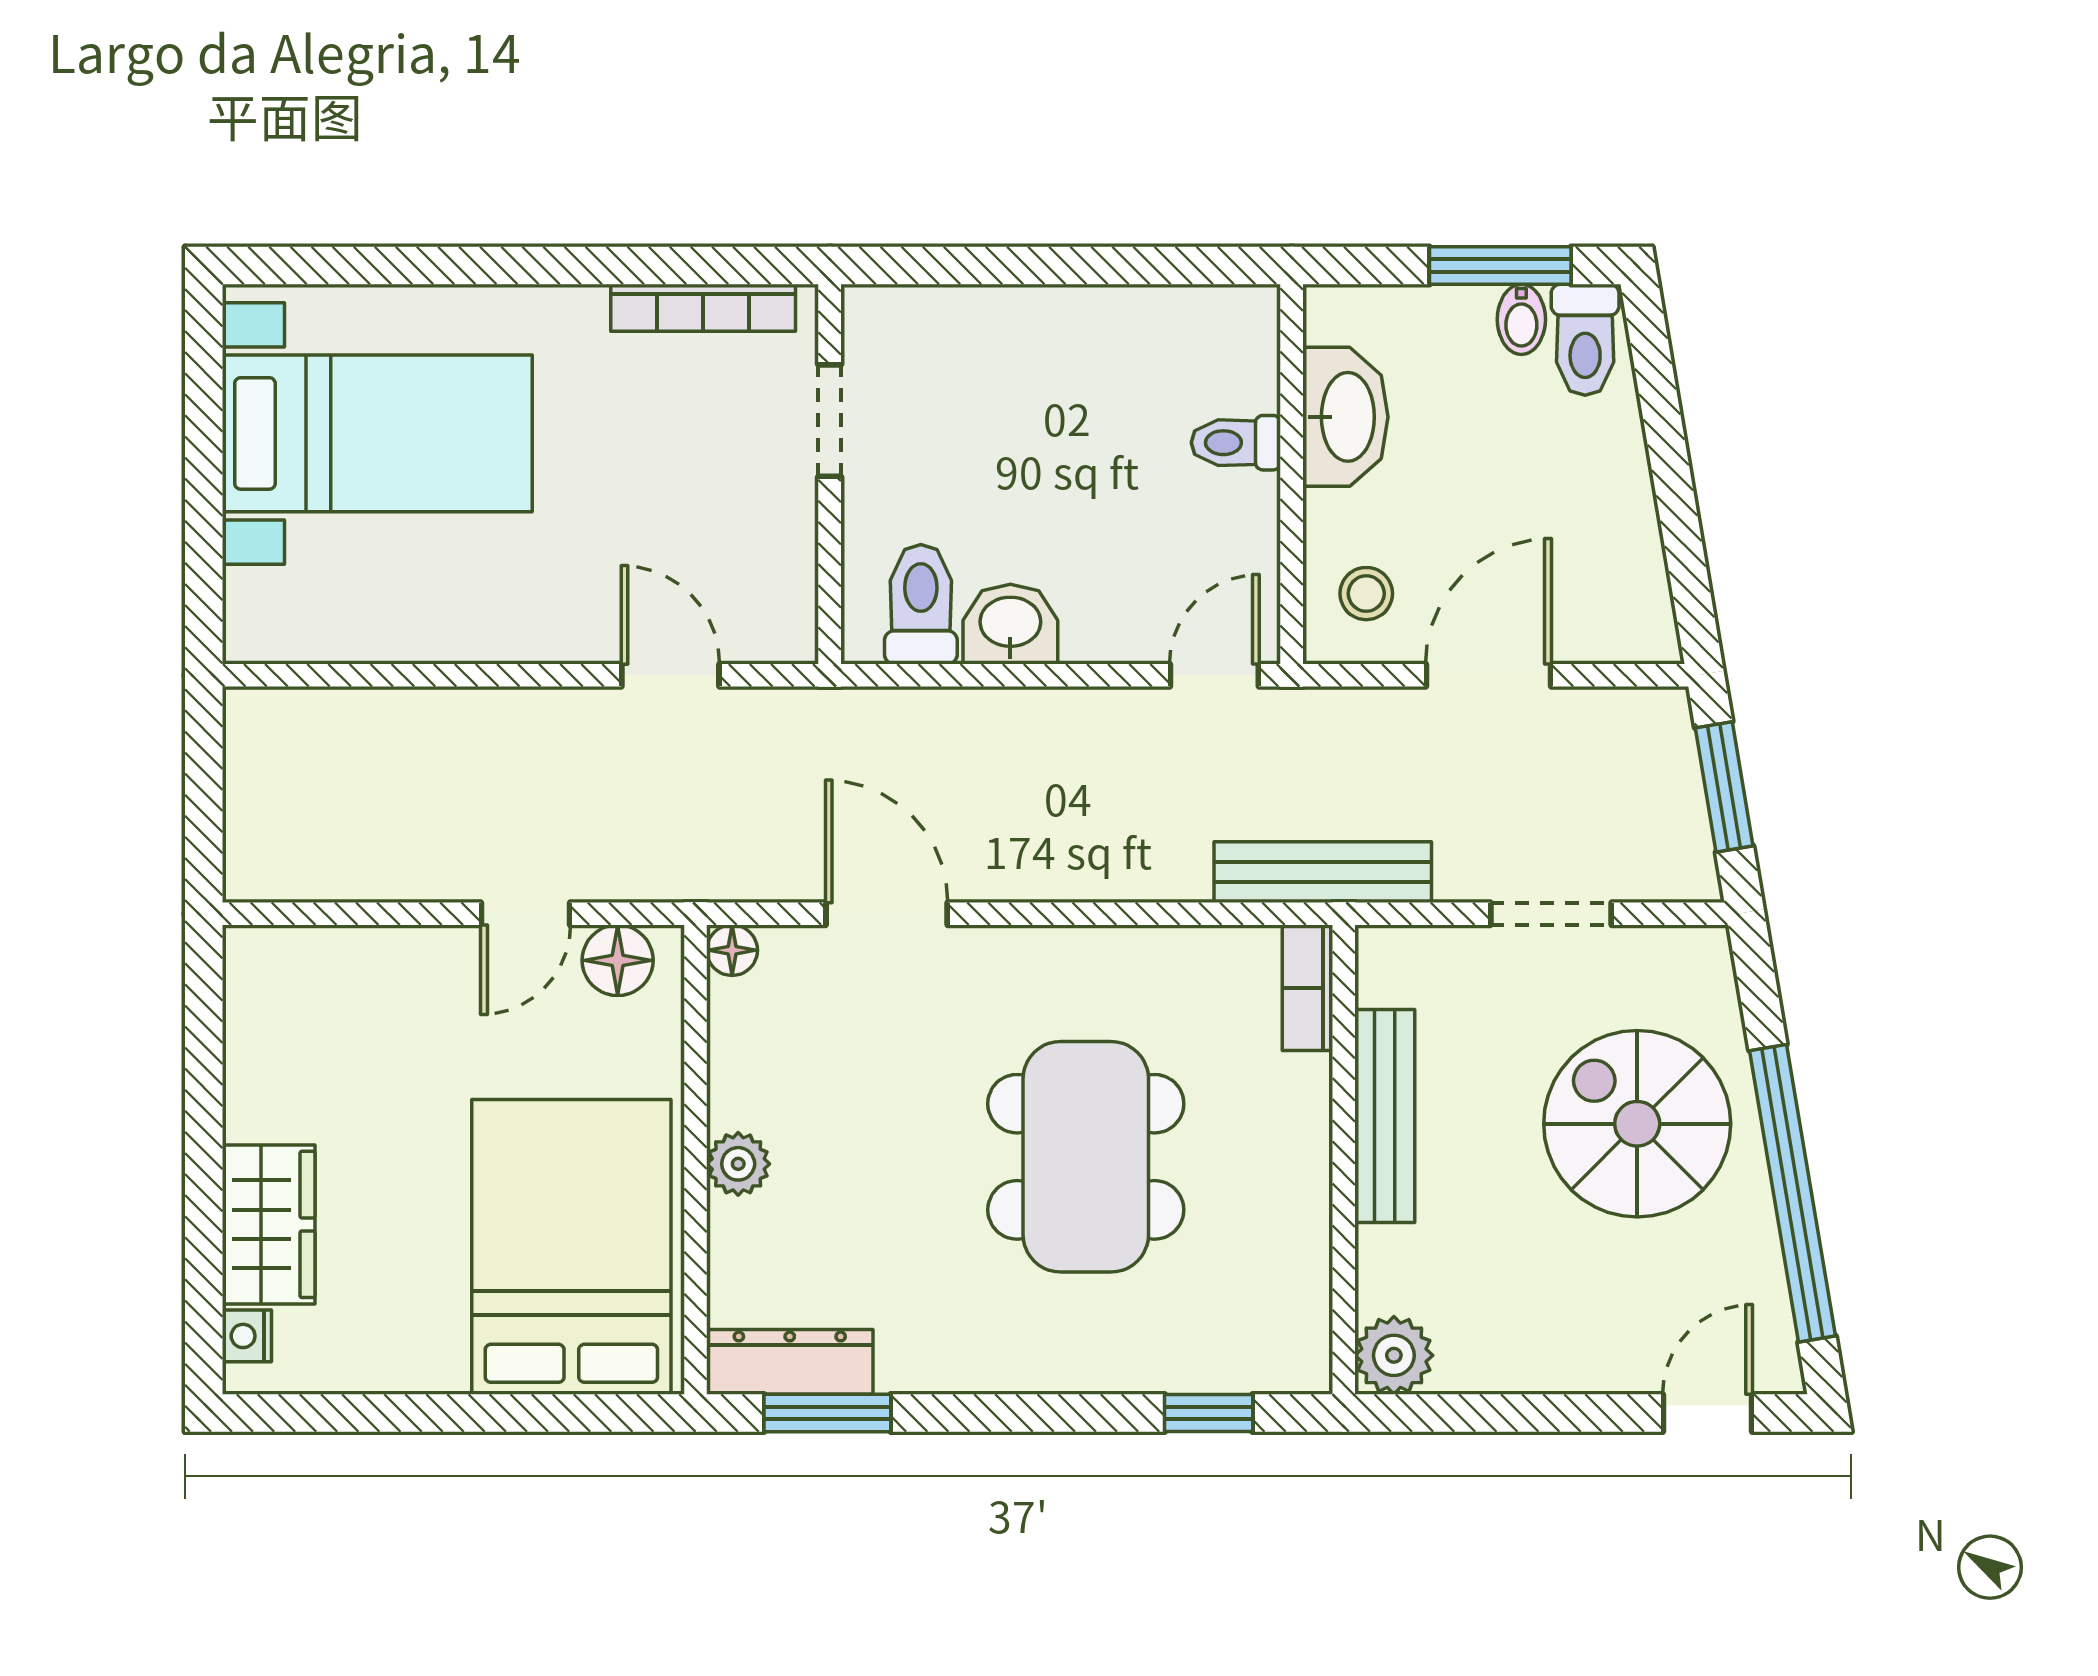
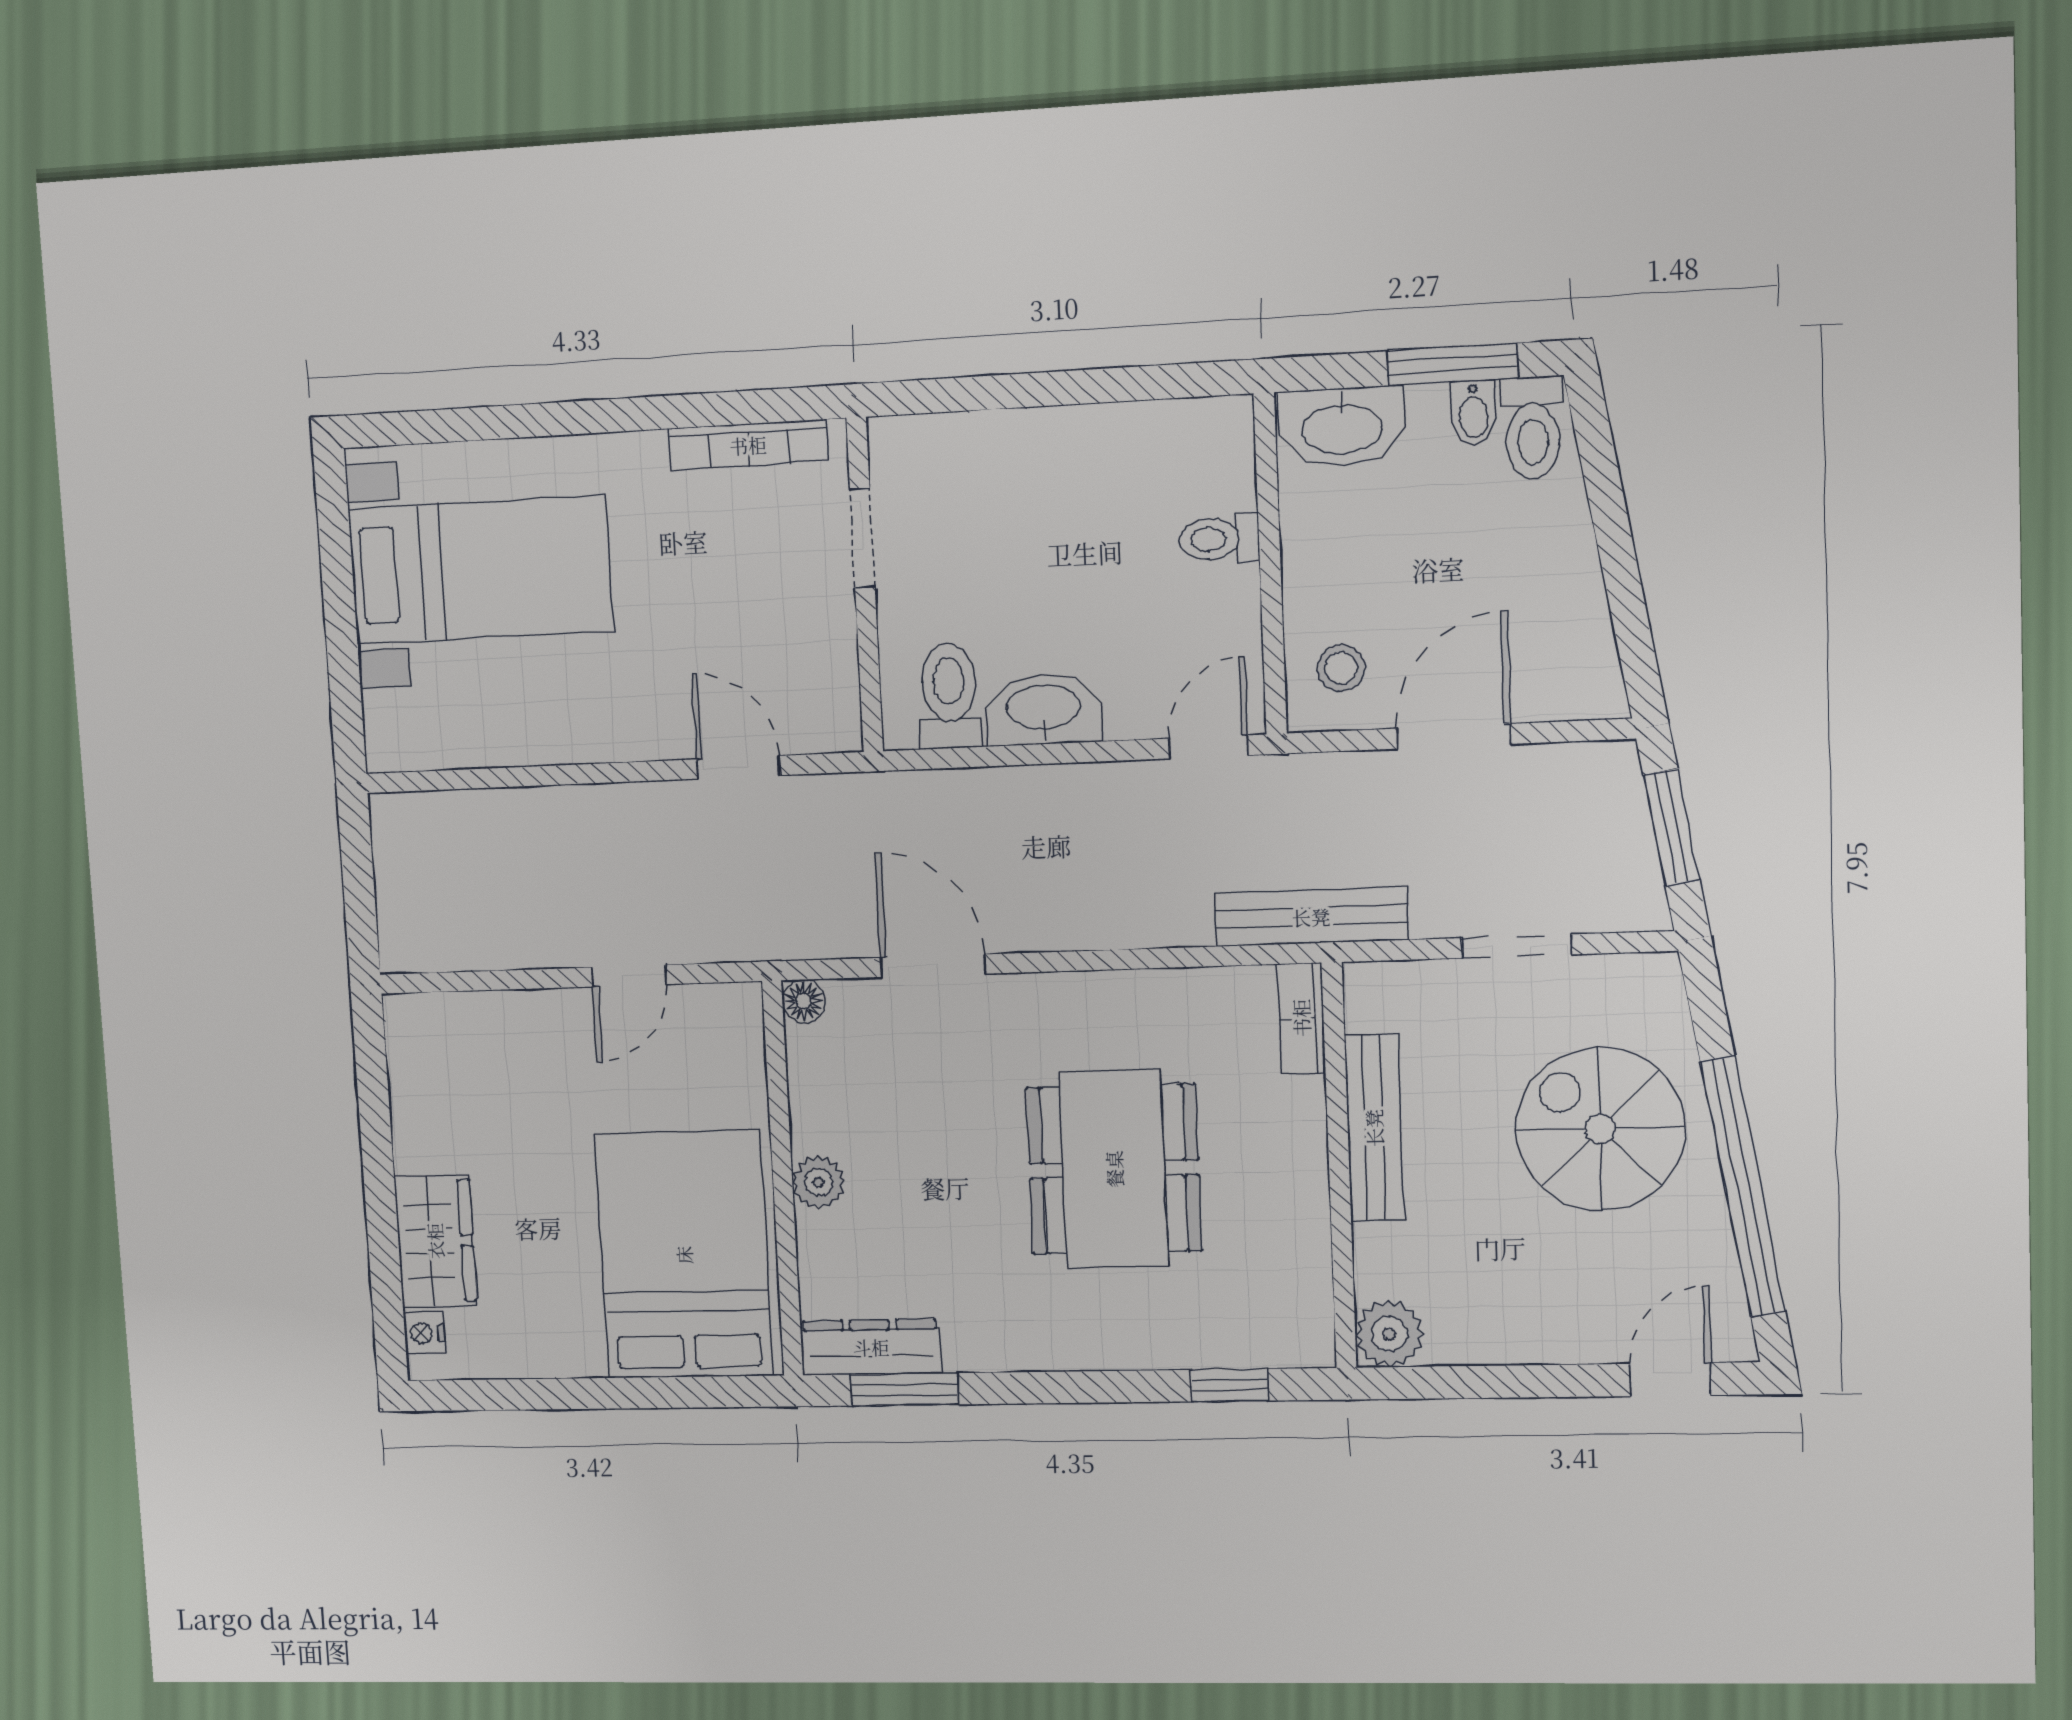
washbasin: (1345, 417) -> (1342, 427), moved, turned 90
washbasin: (1010, 624) -> (1043, 709), width x1.38
floor lamp: (618, 960) -> (708, 1013), removed

